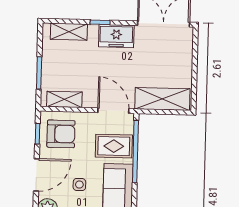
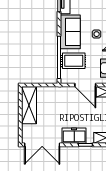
shelving: (162, 99) -> (29, 105), moved, turned 90
door: (113, 111) -> (85, 85), moved

